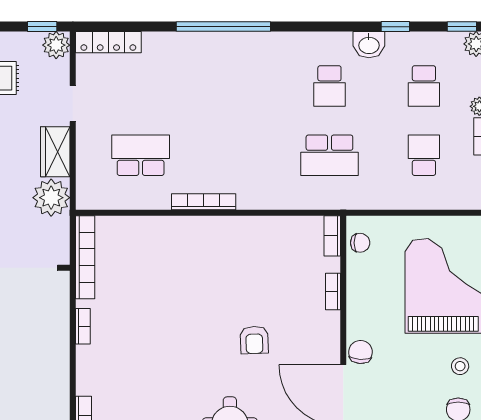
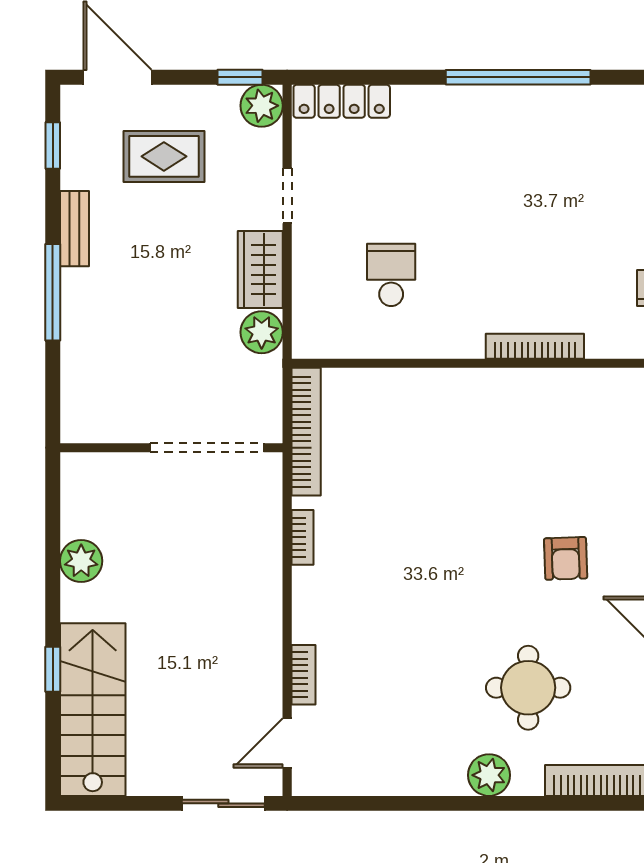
school desk: (141, 155) -> (391, 275), width x0.54
plant: (51, 198) -> (262, 332), width x0.73, depth x0.73
bookcase: (204, 202) -> (535, 346), moved

